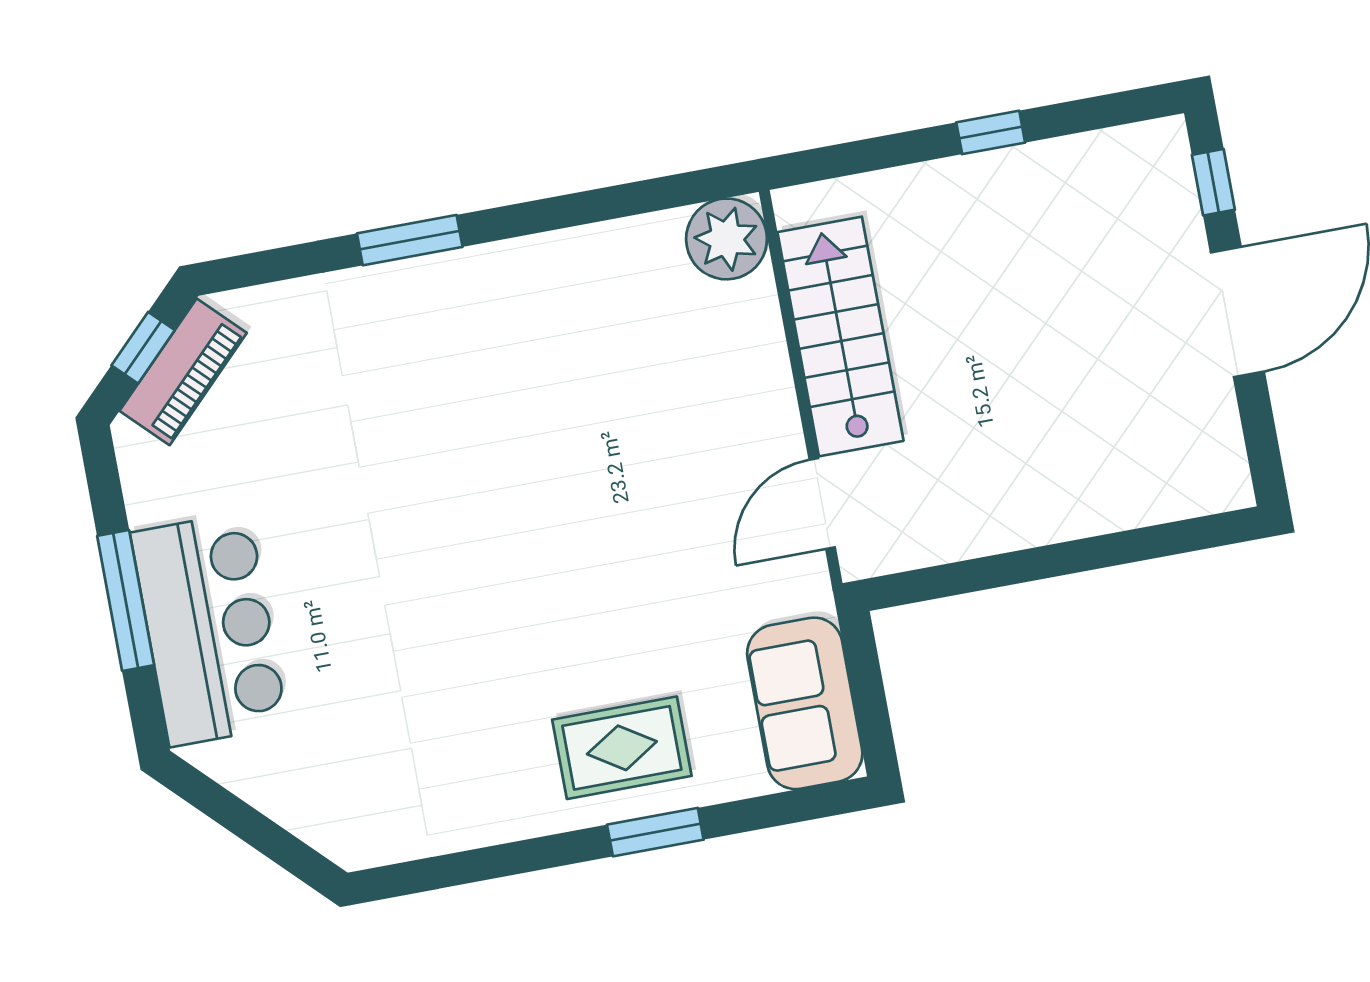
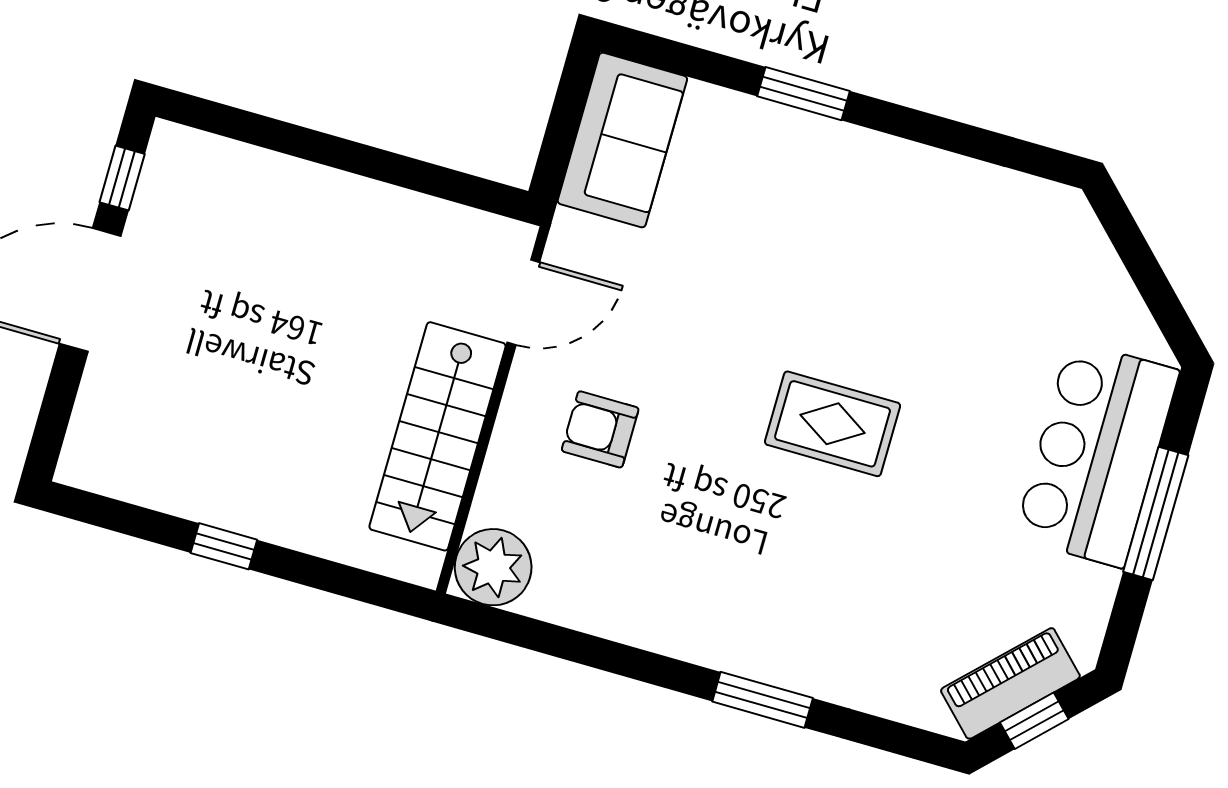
window: (1213, 182) -> (122, 178), moved
armchair: (690, 419) -> (600, 429), added
rug: (622, 748) -> (833, 424), moved

